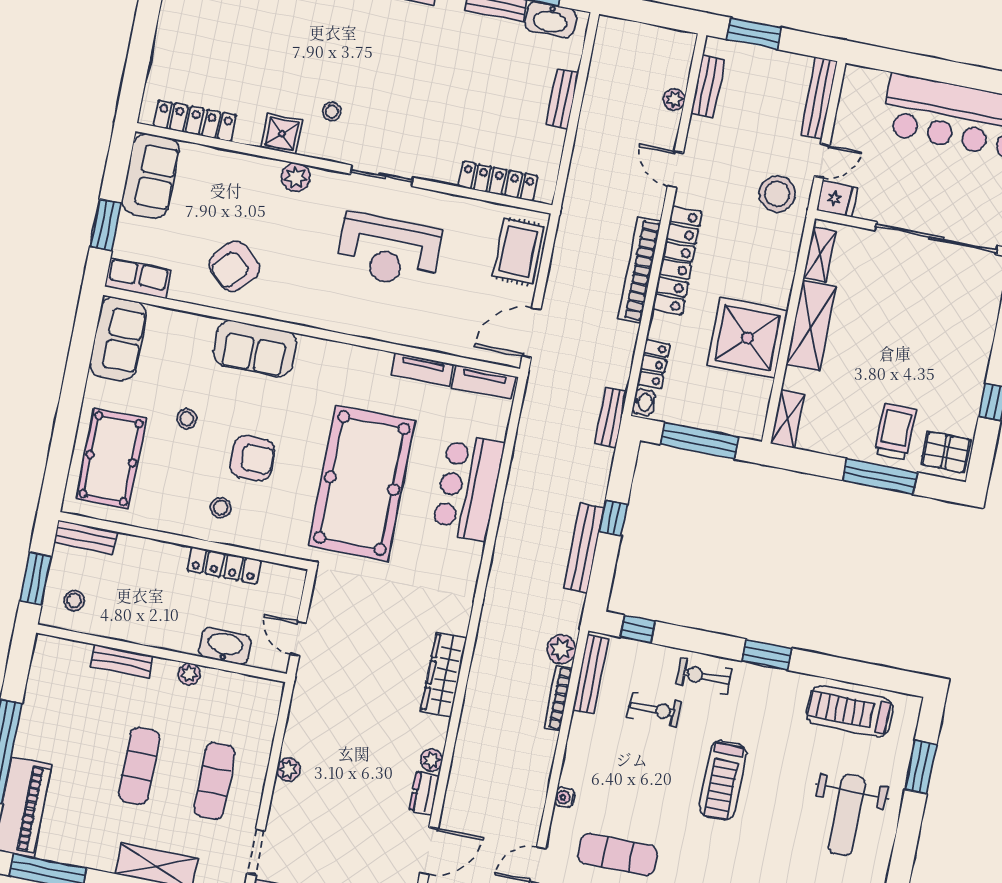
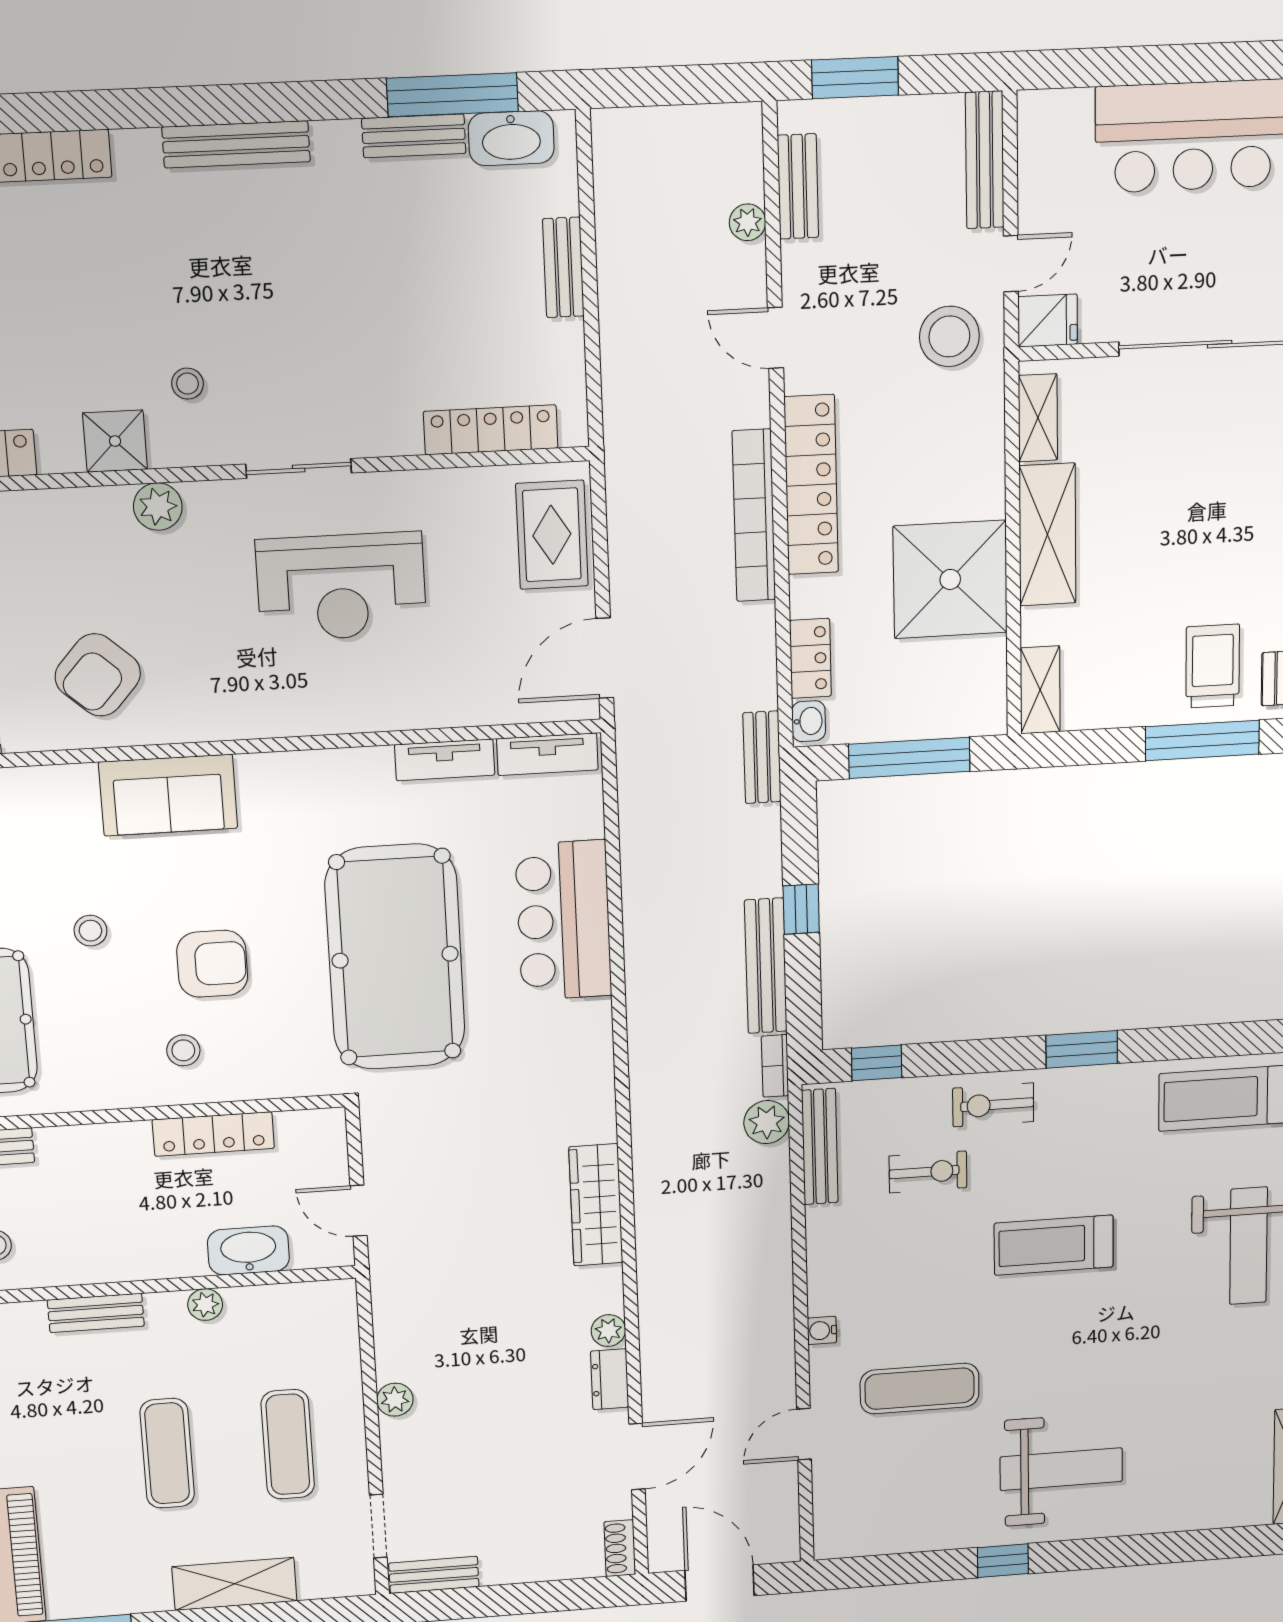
bookcase: (558, 698) -> (775, 1066), moved, width x0.64
treadmill: (723, 780) -> (1054, 1245), turned 90

